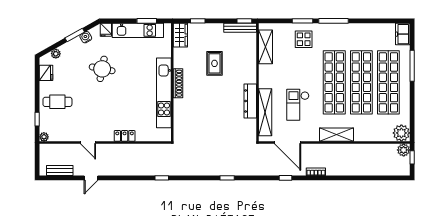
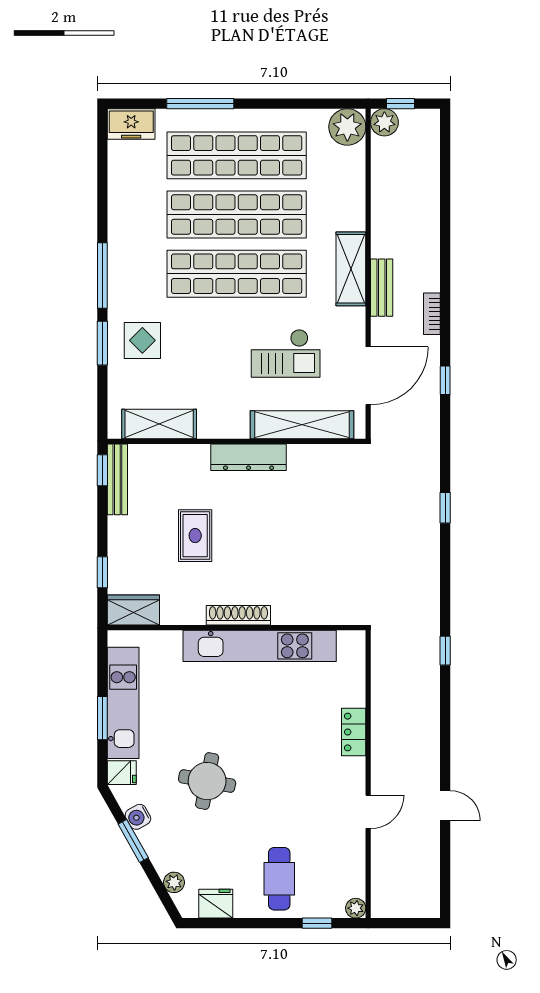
window: (147, 21) -> (102, 718), moved
rug: (214, 63) -> (195, 536), turned 90
dresser: (250, 101) -> (249, 457), moved
bench: (60, 170) -> (382, 288), moved

